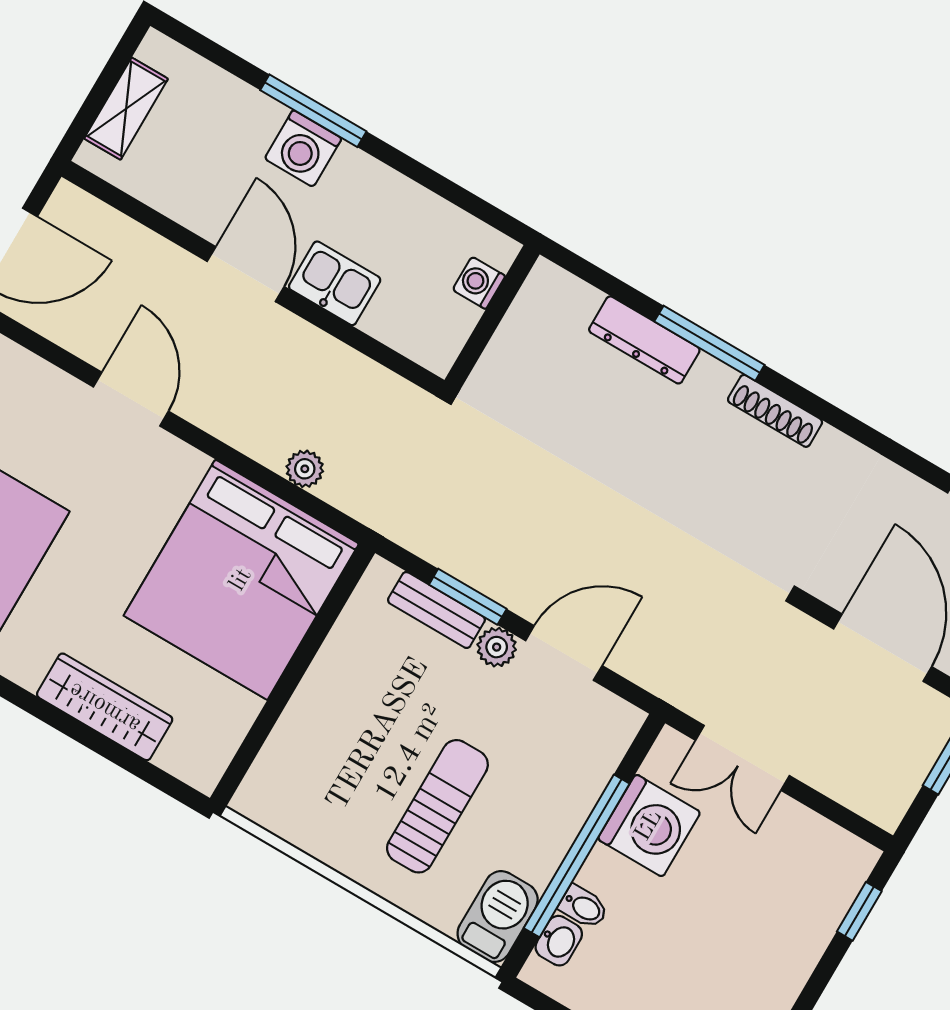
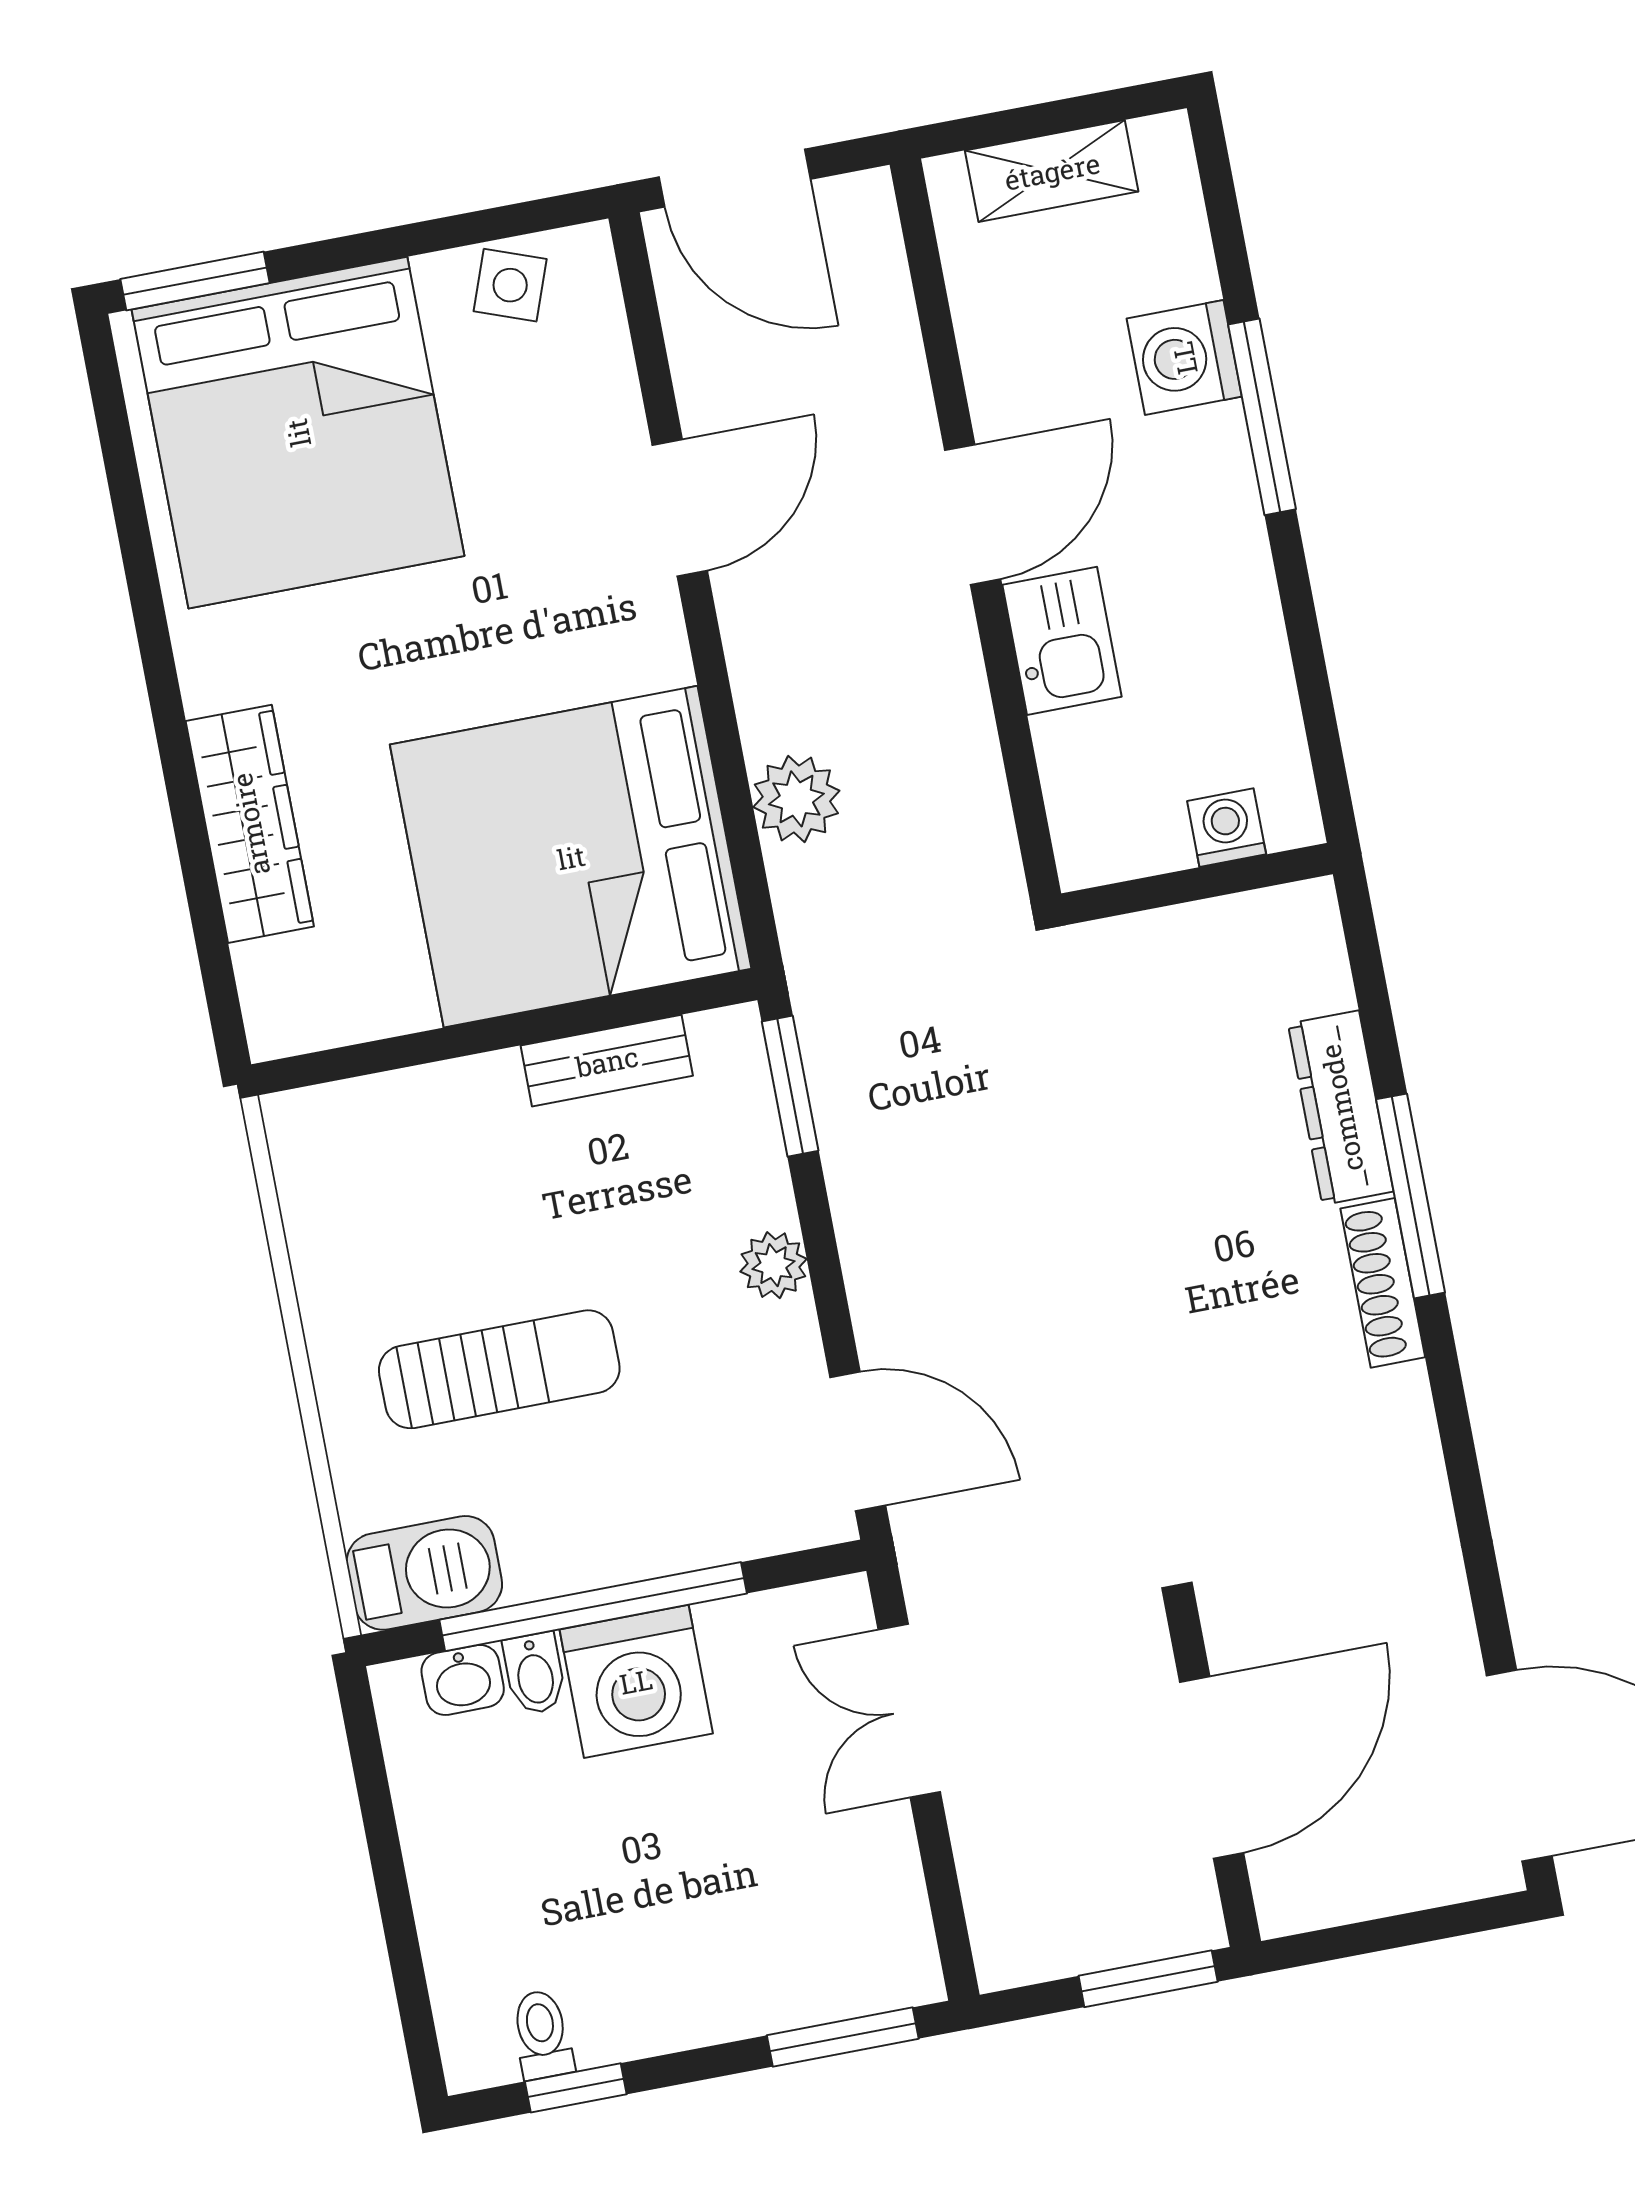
washing machine: (303, 148) -> (1184, 358), moved
shoe rack: (775, 411) -> (1383, 1283), moved
plant: (305, 469) -> (796, 799), width x1.38, depth x1.38
window: (468, 597) -> (790, 1086), moved
bench: (436, 610) -> (607, 1061), moved, turned 90
door: (564, 653) -> (858, 1441), moved
washing machine: (649, 826) -> (636, 1681), moved
window: (859, 911) -> (843, 2037), width x1.50

